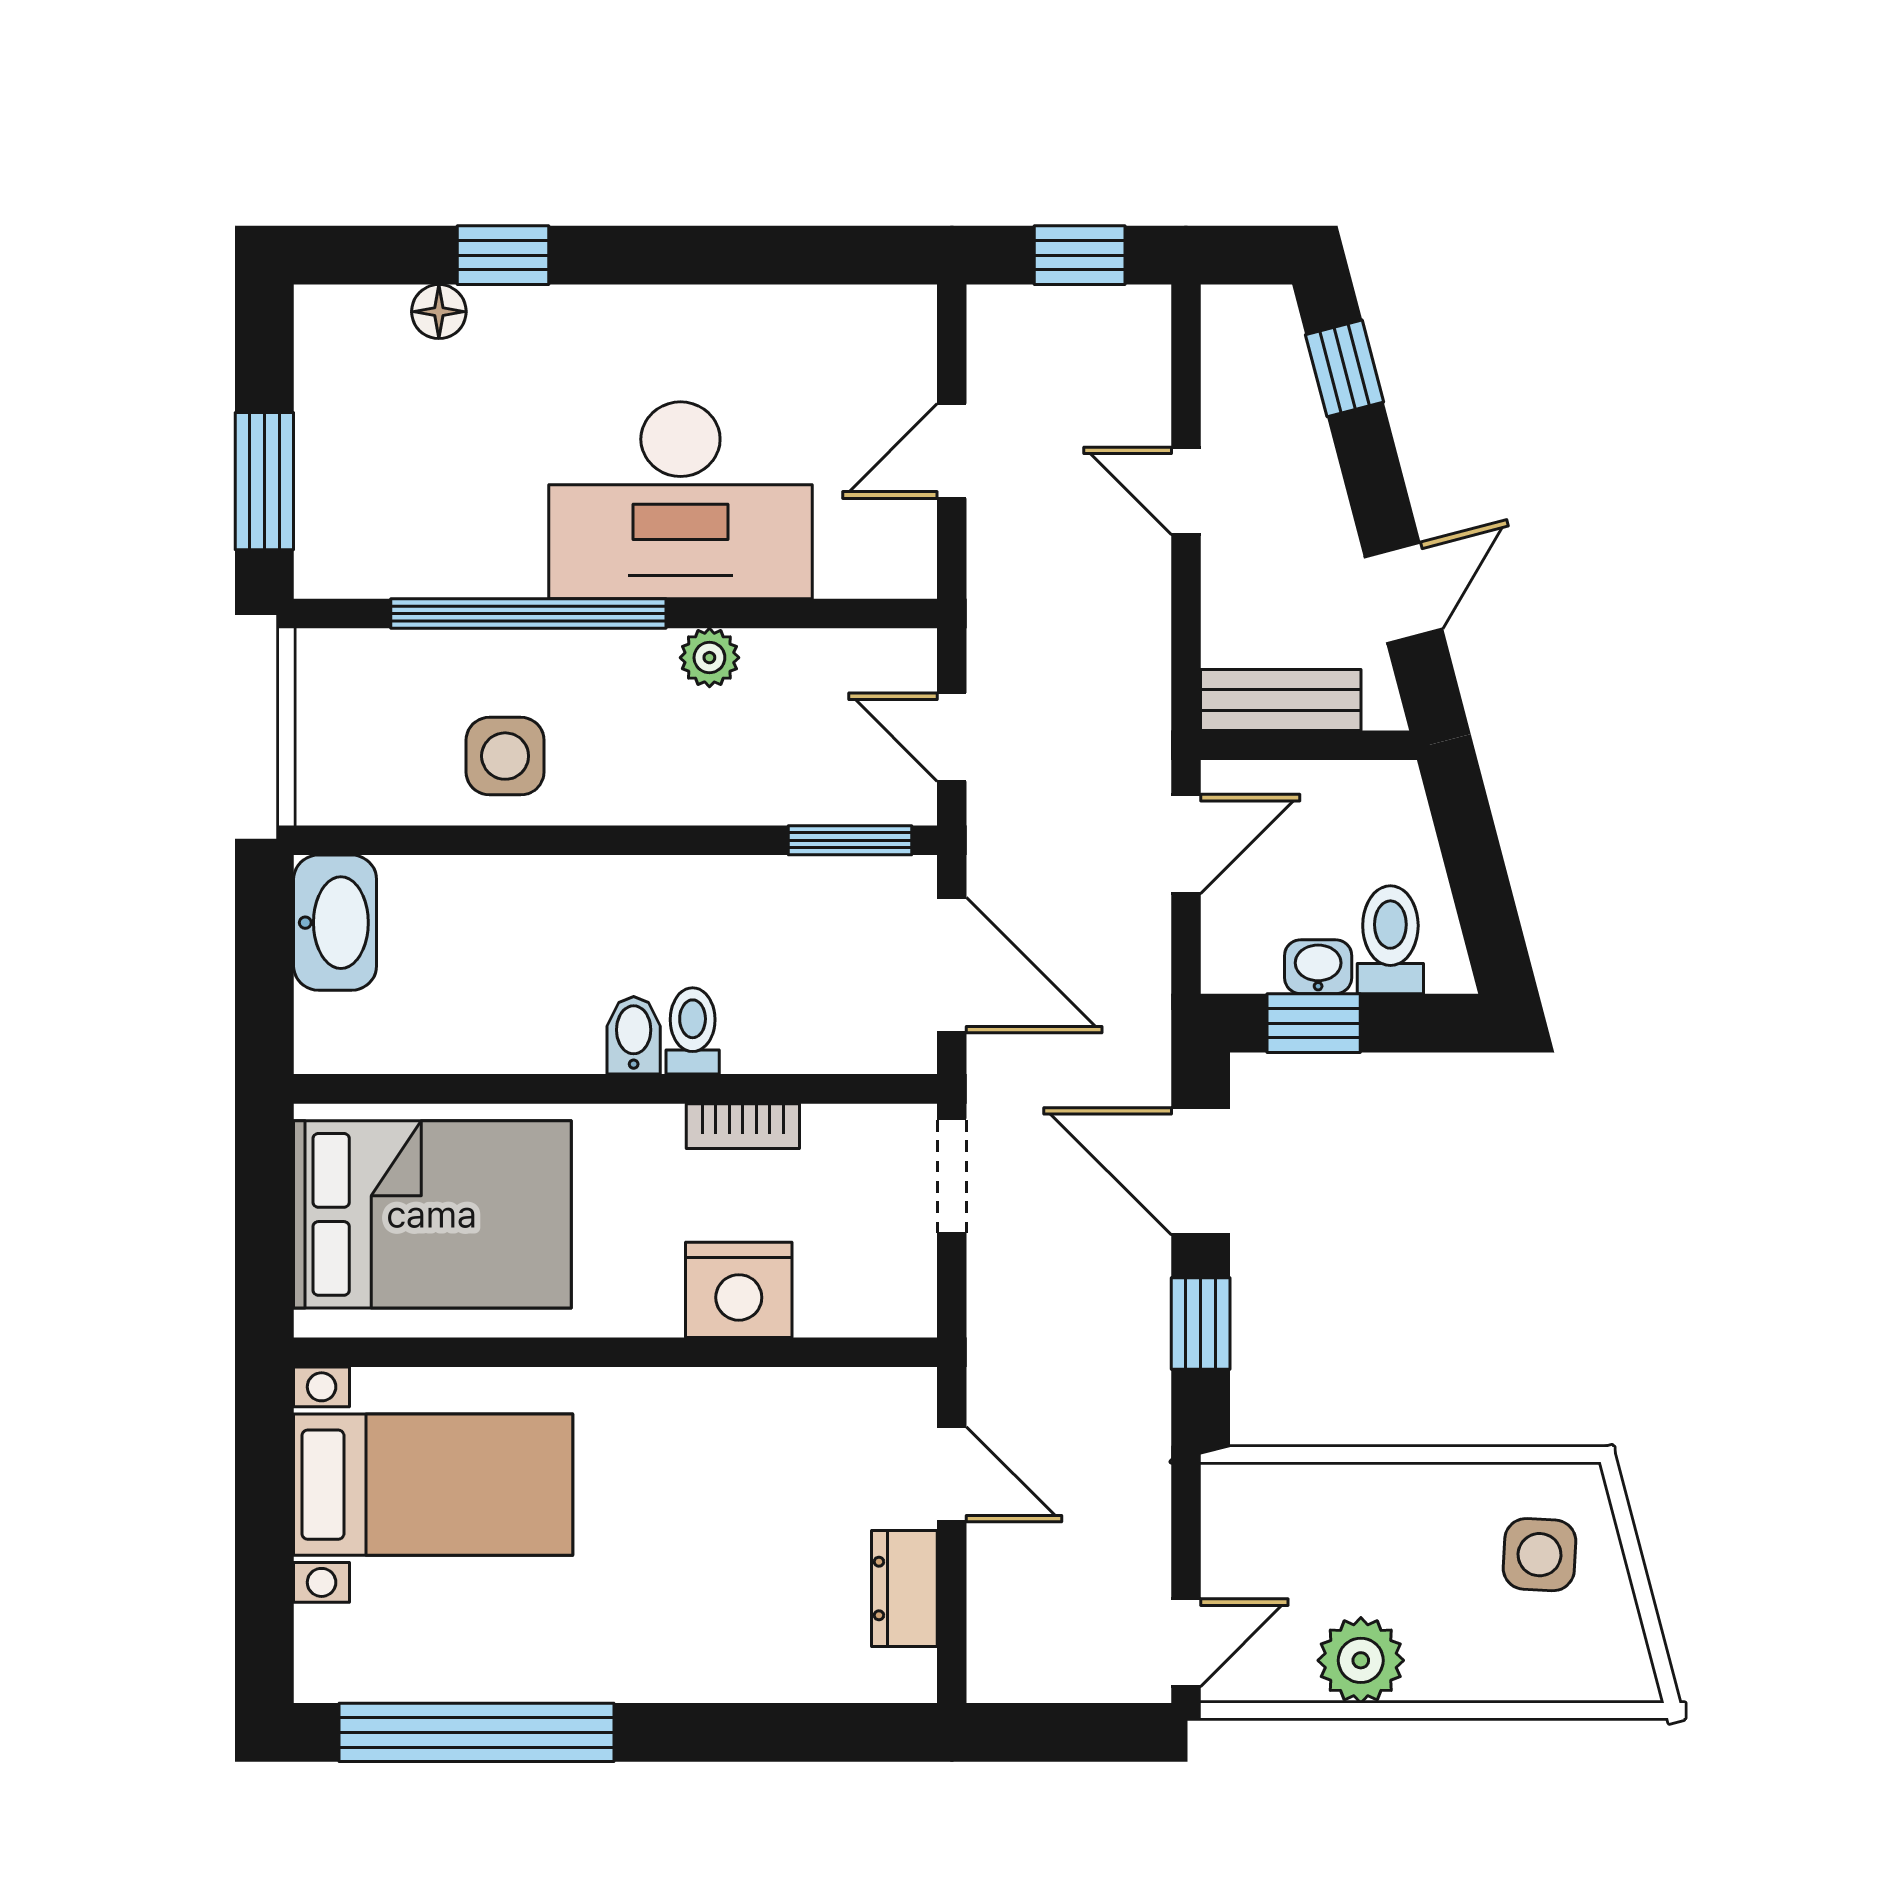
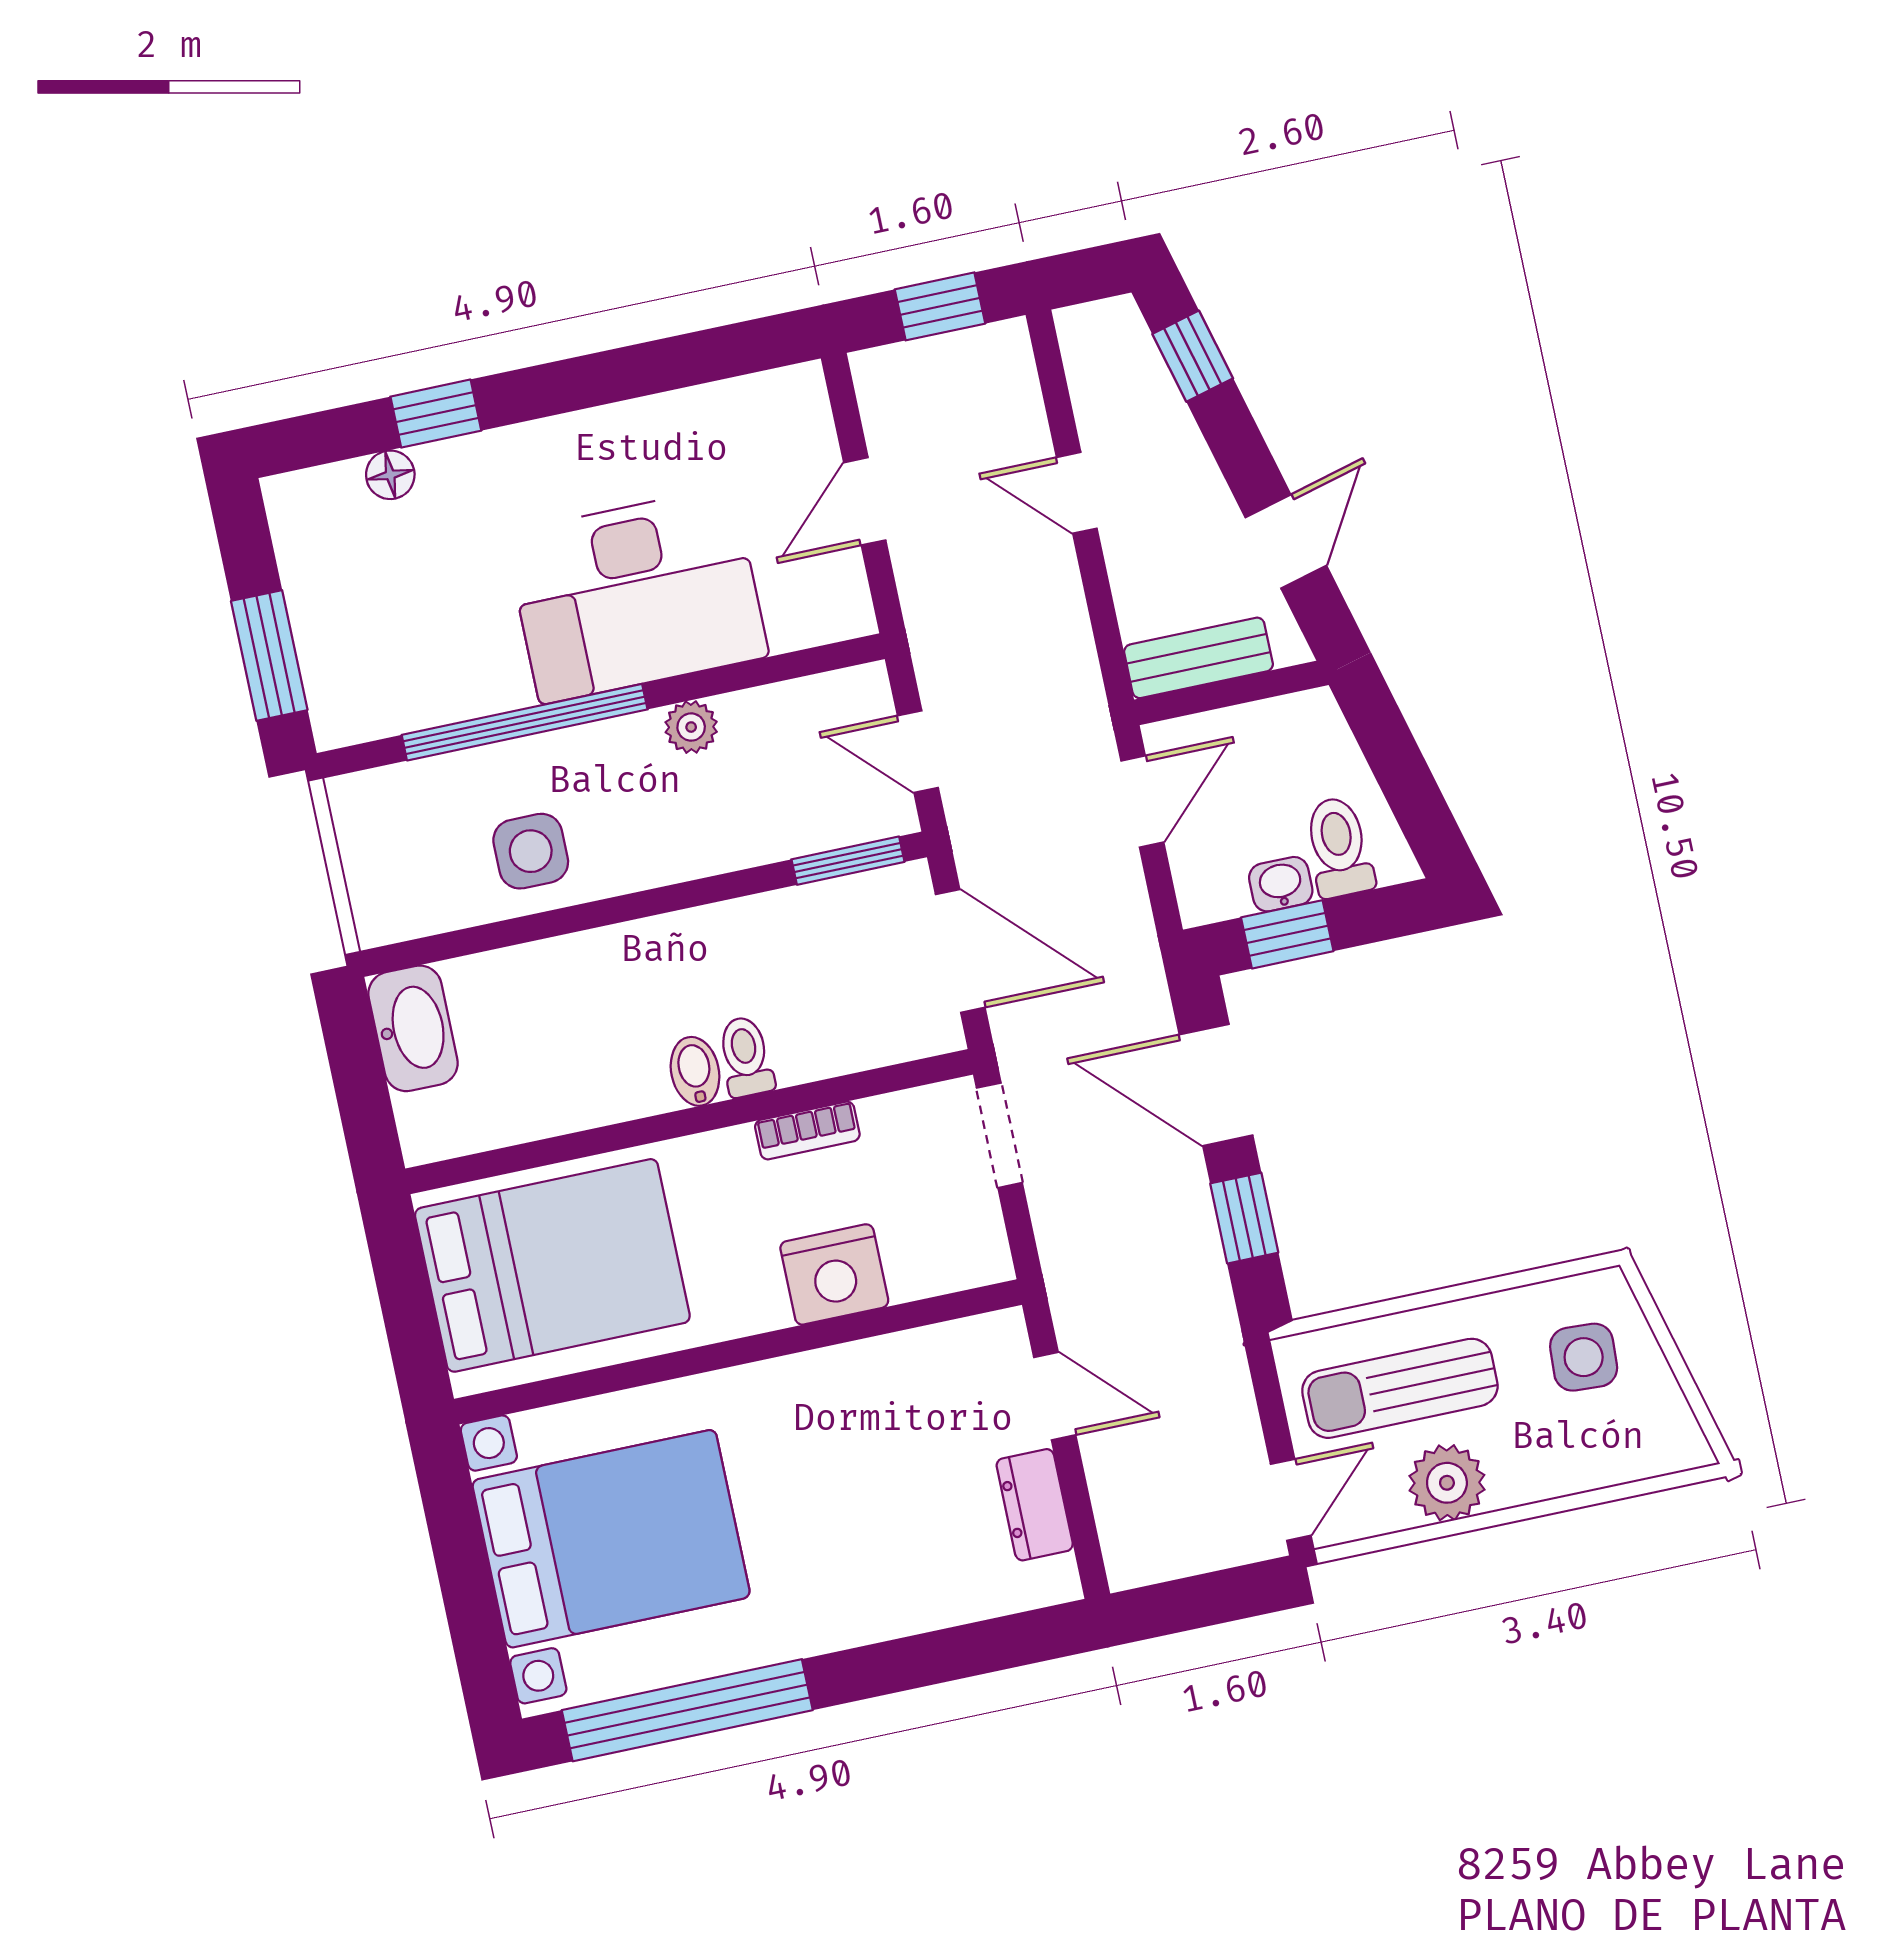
bed with nightstands: (433, 1485) -> (611, 1539), width x1.36
sun lounger: (1331, 1546) -> (1400, 1388), added

